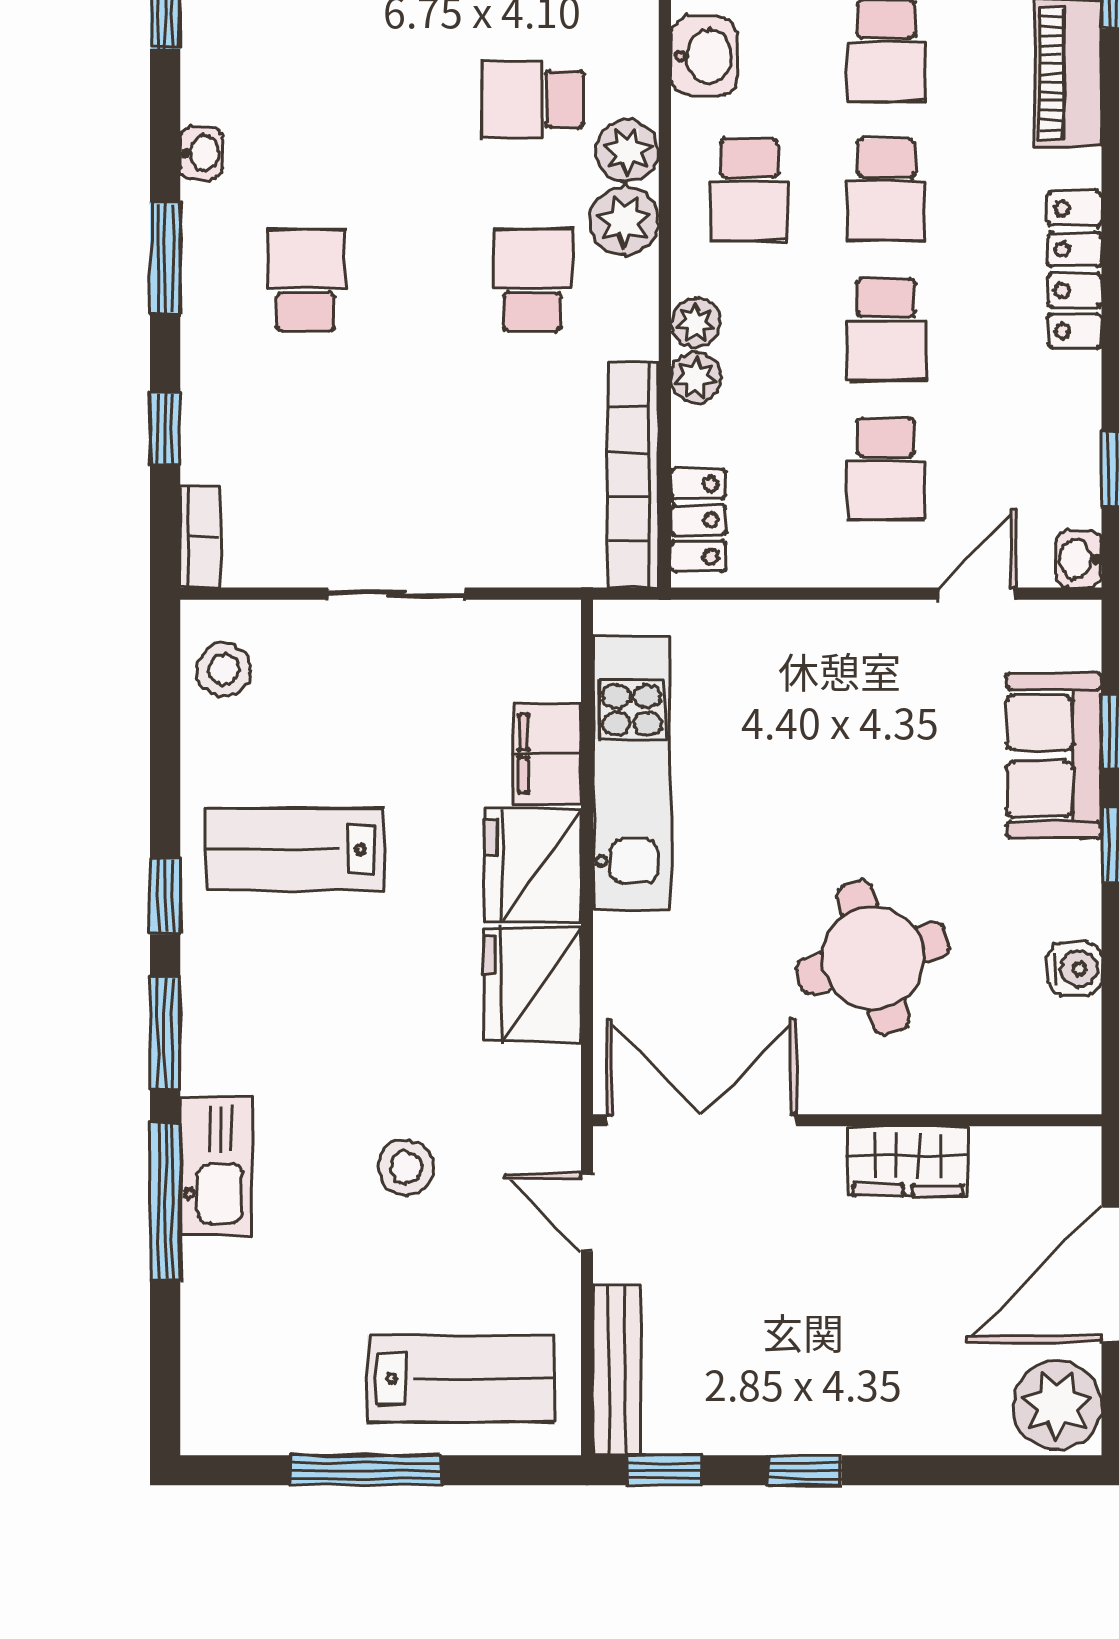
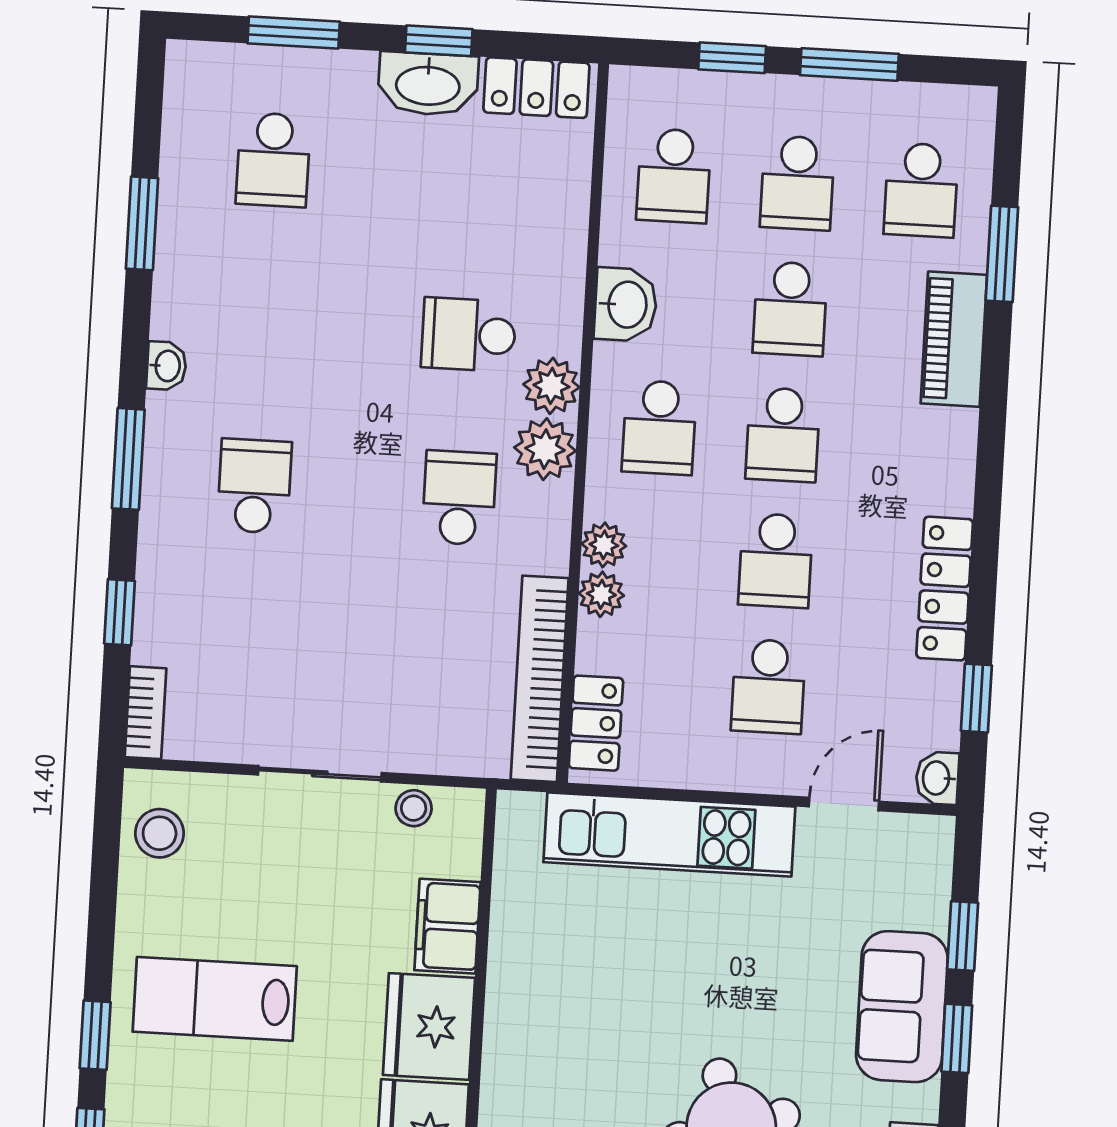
locker: (1075, 270) -> (945, 589), moved
stool: (502, 626) -> (414, 808), added
sofa: (1054, 756) -> (902, 1007), moved
kitchen unit: (632, 773) -> (669, 834), moved, turned 90

